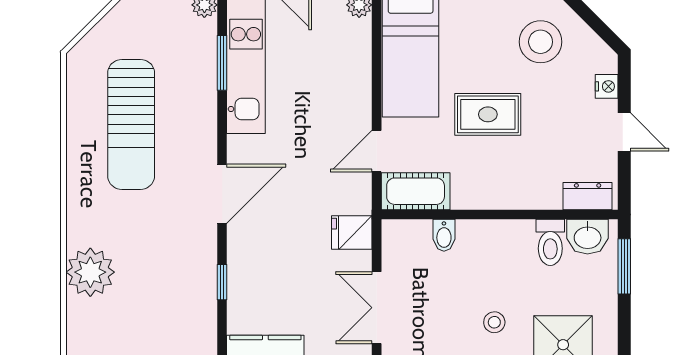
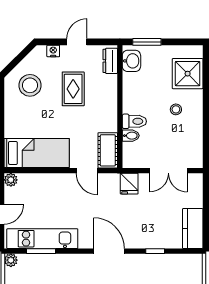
rug: (488, 114) -> (73, 89), moved
toilet: (550, 242) -> (134, 121), moved

